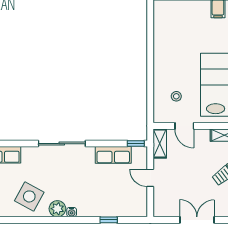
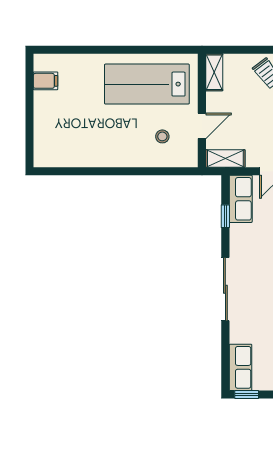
window: (136, 144) -> (225, 216), moved
row of seats: (113, 155) -> (241, 199), moved

